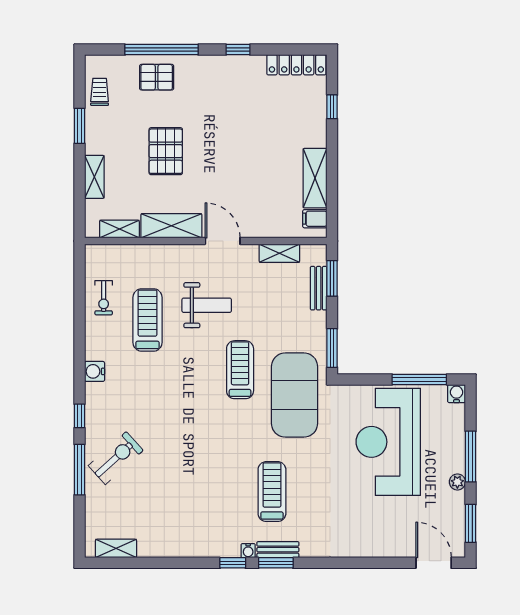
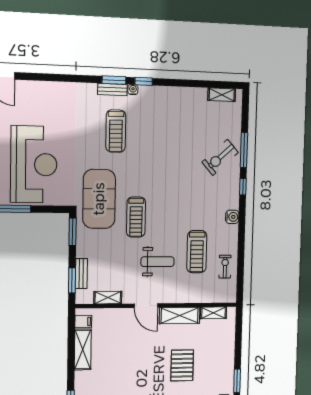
shelving: (94, 177) -> (229, 347), removed
weight bench: (207, 305) -> (158, 262), turned 180

